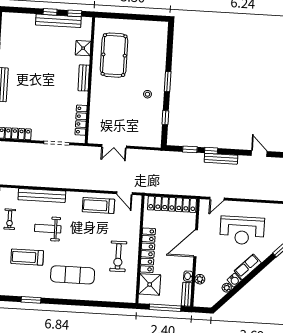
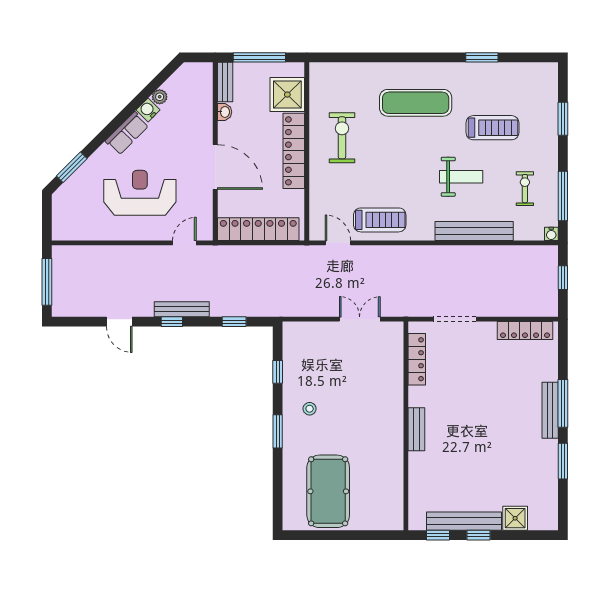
shower: (83, 48) -> (515, 518), moved
pool table: (114, 55) -> (328, 491), moved
window: (211, 151) -> (172, 322), moved
door: (196, 243) -> (215, 167), hinge flipped
plant: (200, 279) -> (205, 108), removed

